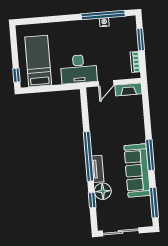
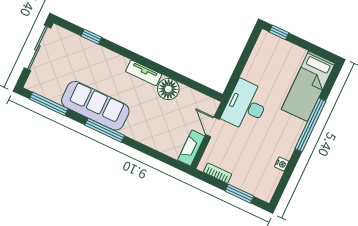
window: (103, 15) -> (310, 125), moved
bed: (38, 61) -> (308, 86), moved, turned 90
window: (89, 156) -> (142, 61), removed
tv unit: (98, 169) -> (144, 73), moved
floor lamp: (103, 191) -> (168, 89), moved

